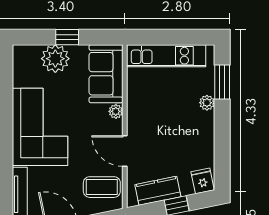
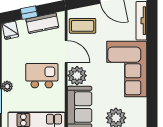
plant: (116, 111) -> (77, 76), width x1.88, depth x1.88
kitchen island: (159, 118) -> (42, 76), added

